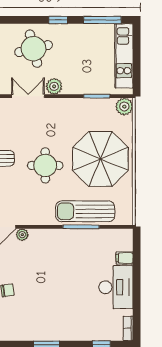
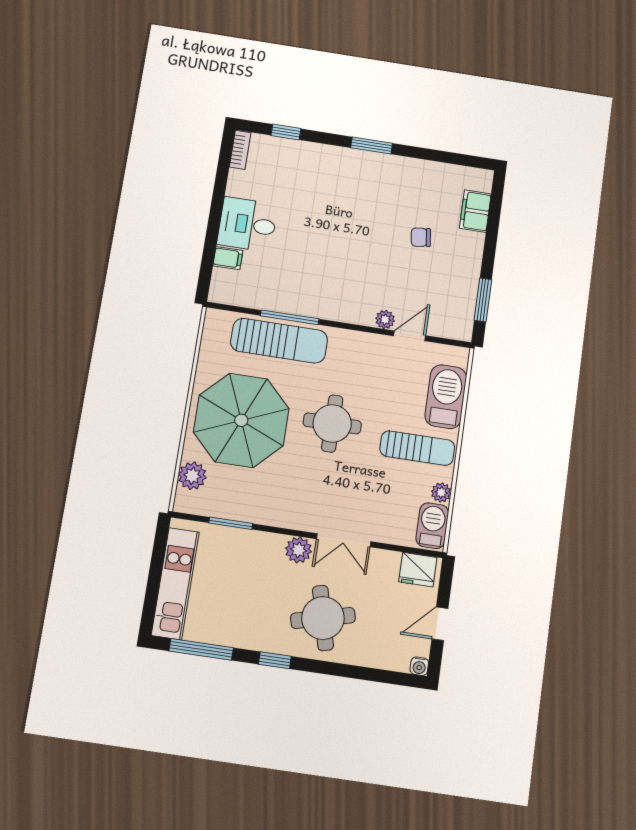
plant: (124, 107) -> (192, 476), moved
desk: (116, 287) -> (247, 224), width x0.73

